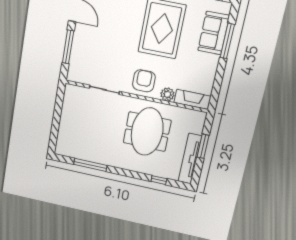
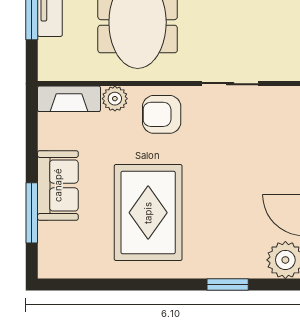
sofa: (214, 33) -> (58, 185), moved
armchair: (144, 81) -> (162, 114), turned 90

